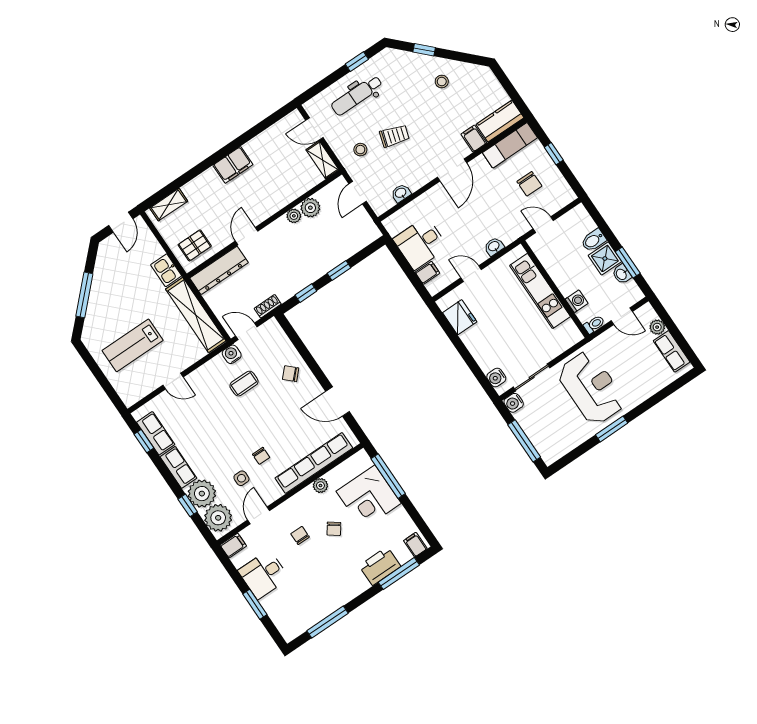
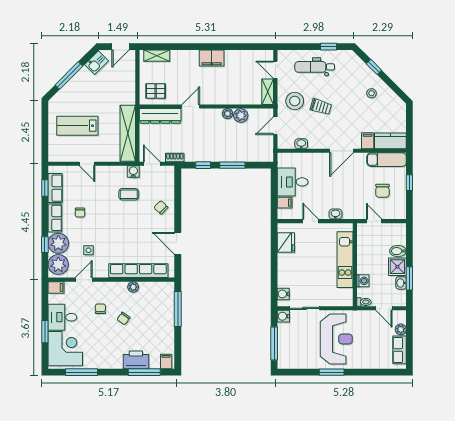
stool: (360, 150) -> (295, 101), width x1.89, depth x1.89
kitchen sink: (166, 270) -> (96, 63), moved, turned -135
window: (339, 271) -> (232, 165), width x1.50
chair: (261, 456) -> (80, 213), moved
corner desk: (369, 497) -> (65, 349), moved, turned 180

